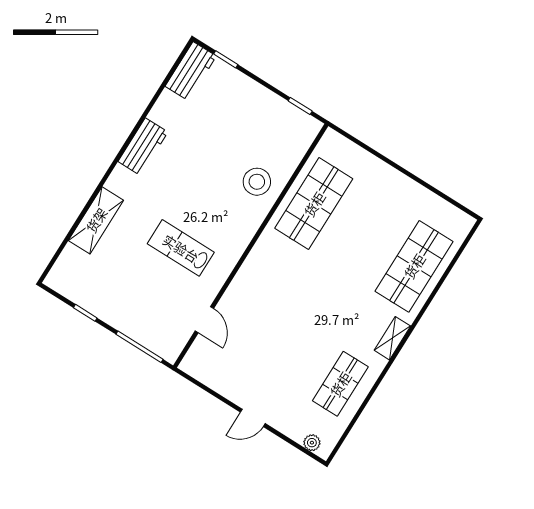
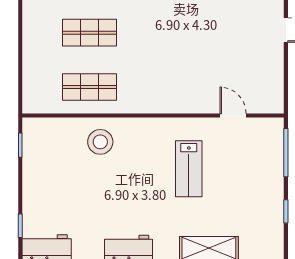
shop shelf: (314, 204) -> (89, 87), width x0.70, depth x0.74
shop shelf: (364, 235) -> (89, 33), added
door: (204, 320) -> (233, 115), hinge flipped

